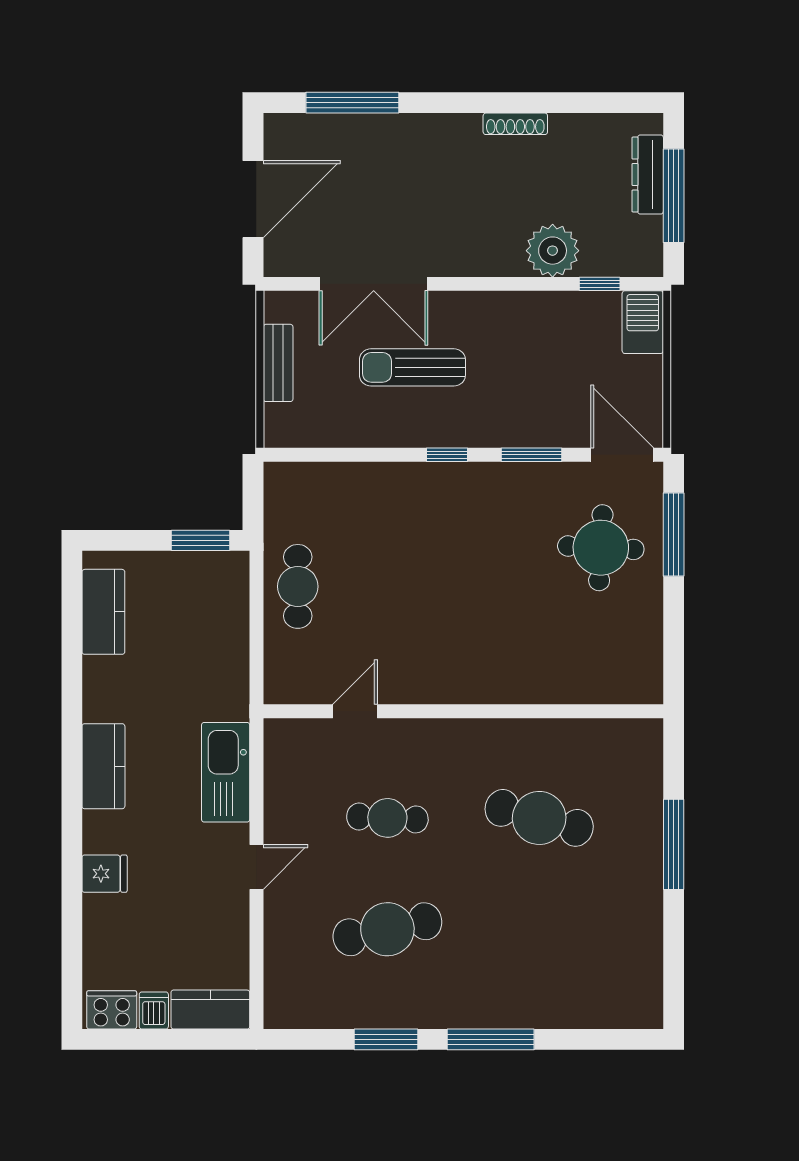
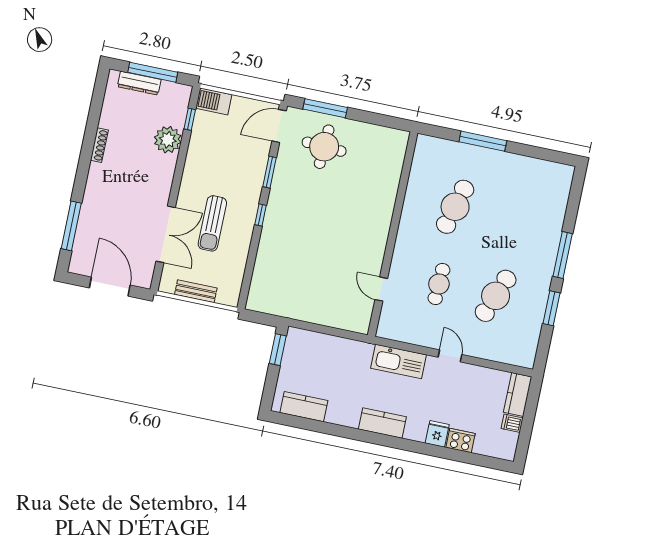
cafe table: (298, 586) -> (312, 305), removed
cafe table: (387, 929) -> (496, 296), turned 33
cooker: (112, 1010) -> (461, 440), moved, turned 90

